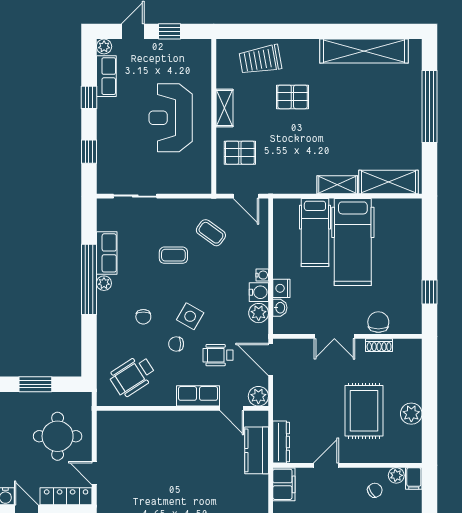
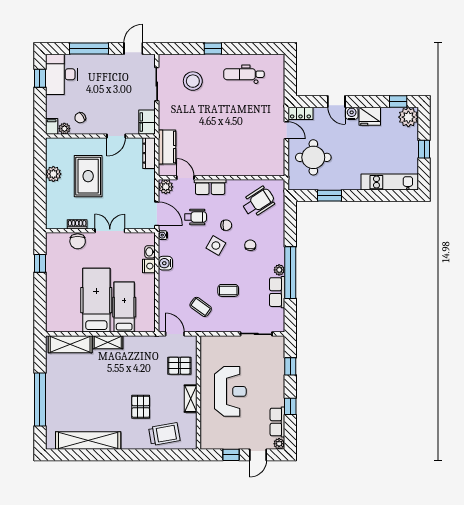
pallet: (292, 97) -> (141, 407), turned 90
water cooler: (262, 275) -> (163, 235), moved
plant: (259, 313) -> (166, 248), removed
locker: (66, 496) -> (300, 113), width x0.66

